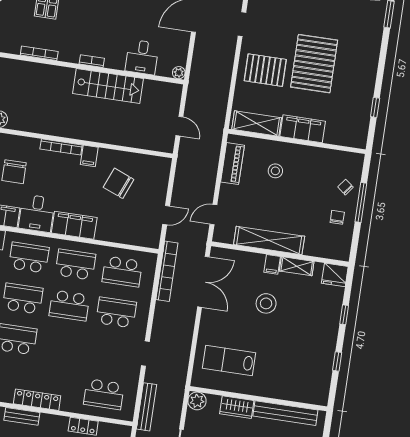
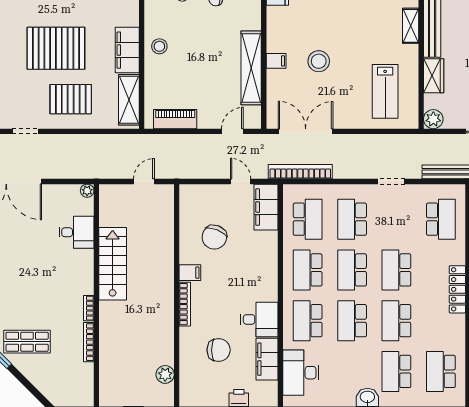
bookcase: (92, 61) -> (89, 308), moved
pallet: (265, 70) -> (71, 99), turned 90
stool: (275, 171) -> (159, 46), moved
door: (213, 215) -> (232, 131), swing flipped
filing cabinet: (74, 225) -> (266, 207), moved
shelving: (297, 266) -> (411, 26), moved
school desk: (69, 305) -> (352, 270), turned 180
school desk: (63, 346) -> (396, 270), added

